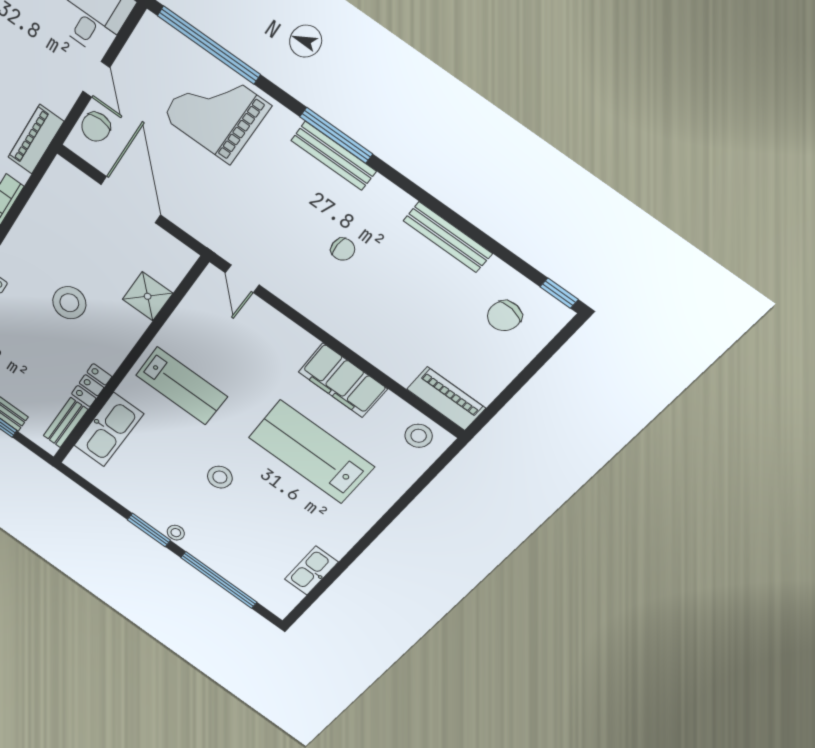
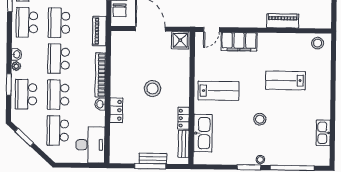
door: (242, 279) -> (211, 30), hinge flipped
shower: (148, 296) -> (180, 40), moved
filing cabinet: (343, 380) -> (239, 42), moved
piano: (446, 399) -> (283, 21), moved
lab bench: (311, 452) -> (285, 80), width x0.73, depth x0.72

